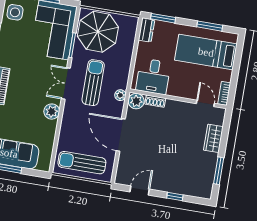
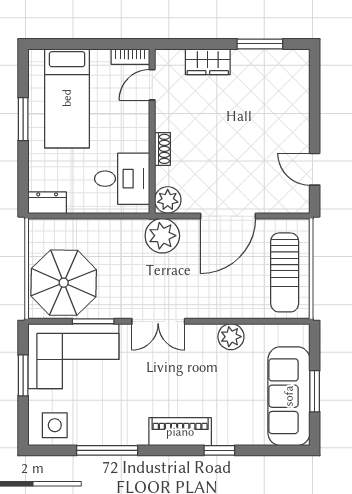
window: (163, 18) -> (23, 178), removed
window: (210, 26) -> (23, 119), moved
sun lounger: (93, 83) -> (149, 276), removed
plant: (120, 95) -> (162, 236), width x1.88, depth x1.88
shoe rack: (155, 101) -> (162, 149), moved
plant: (52, 112) -> (231, 337), moved
window: (175, 197) -> (315, 109), removed

